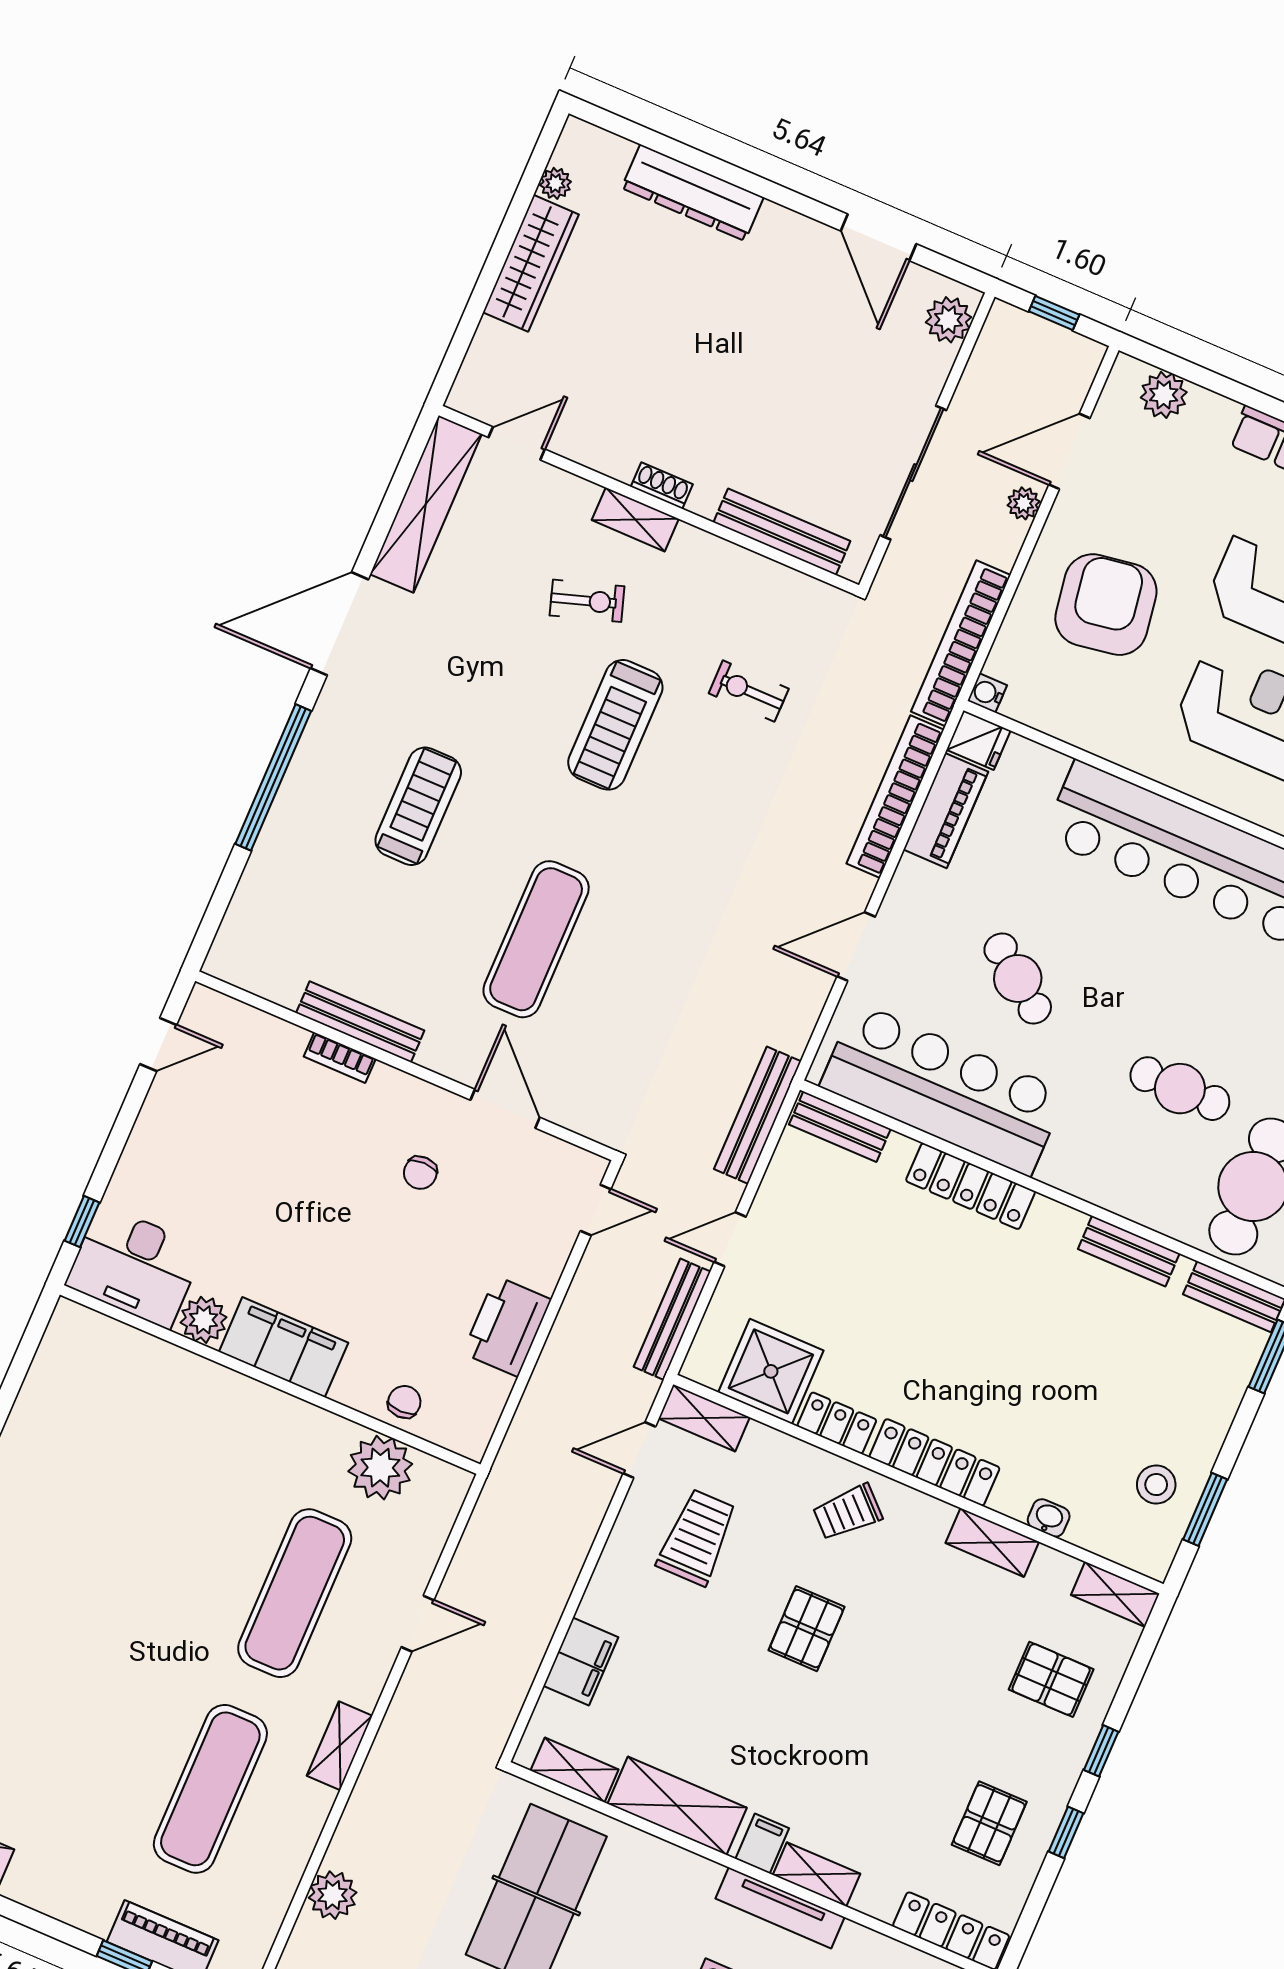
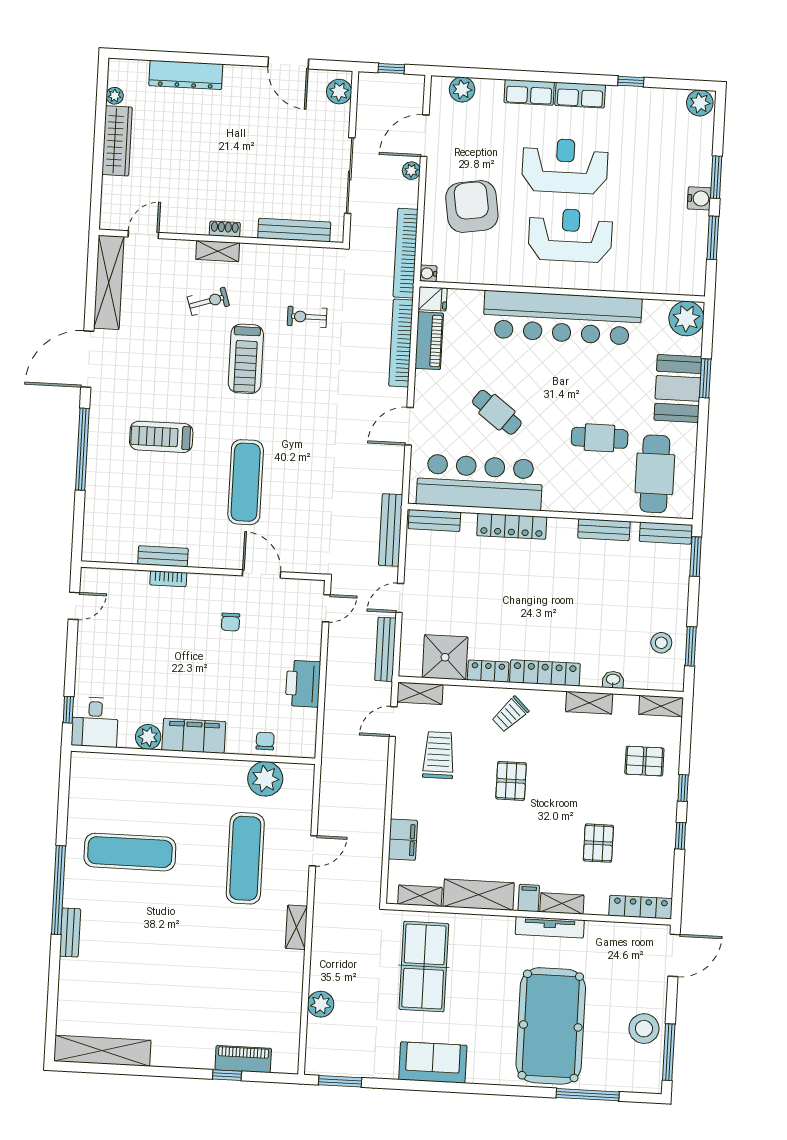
treadmill: (418, 806) -> (161, 437), turned -90
bench: (360, 1022) -> (163, 556), width x0.73
desk: (135, 1266) -> (95, 722), width x0.73
exercise mat: (210, 1789) -> (130, 852), moved, turned 90
pallet: (989, 1823) -> (598, 843), moved

